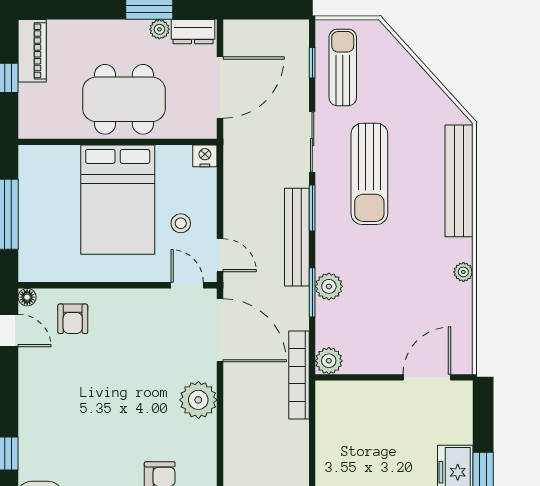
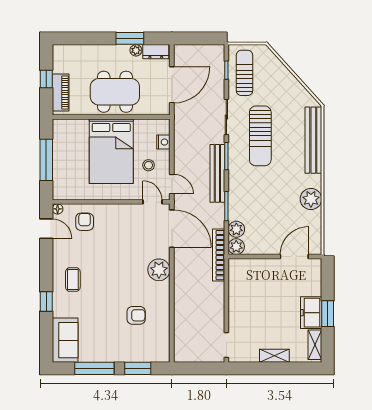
piano: (32, 51) -> (61, 93), moved
nightstand: (205, 156) -> (163, 142), moved, turned 90
plant: (463, 272) -> (311, 199), width x1.88, depth x1.88
plant: (329, 286) -> (236, 229), moved
armchair: (73, 319) -> (85, 222), turned 180
coffee table: (53, 416) -> (73, 279), added

